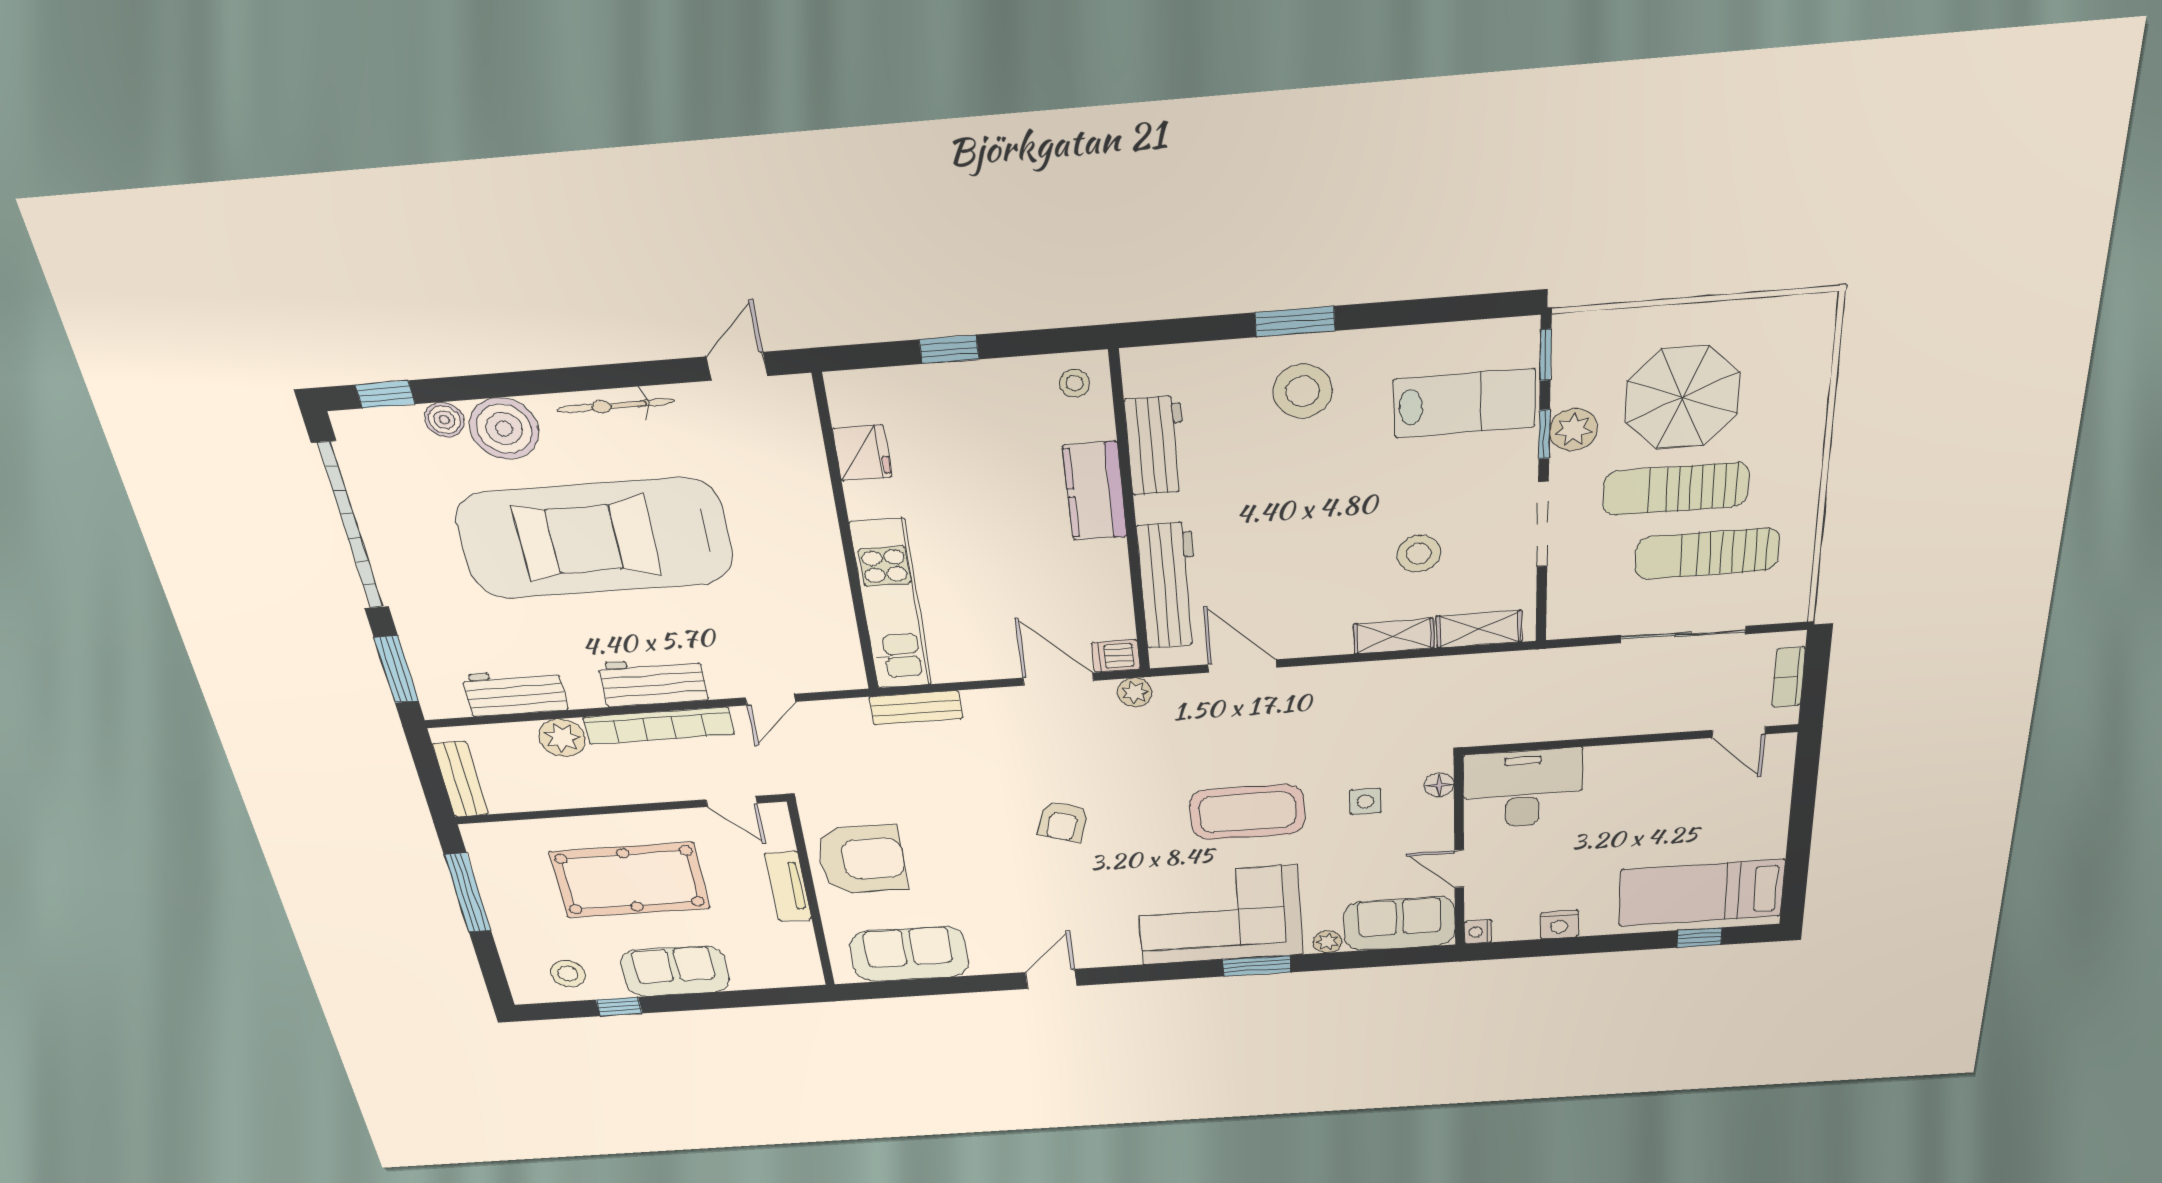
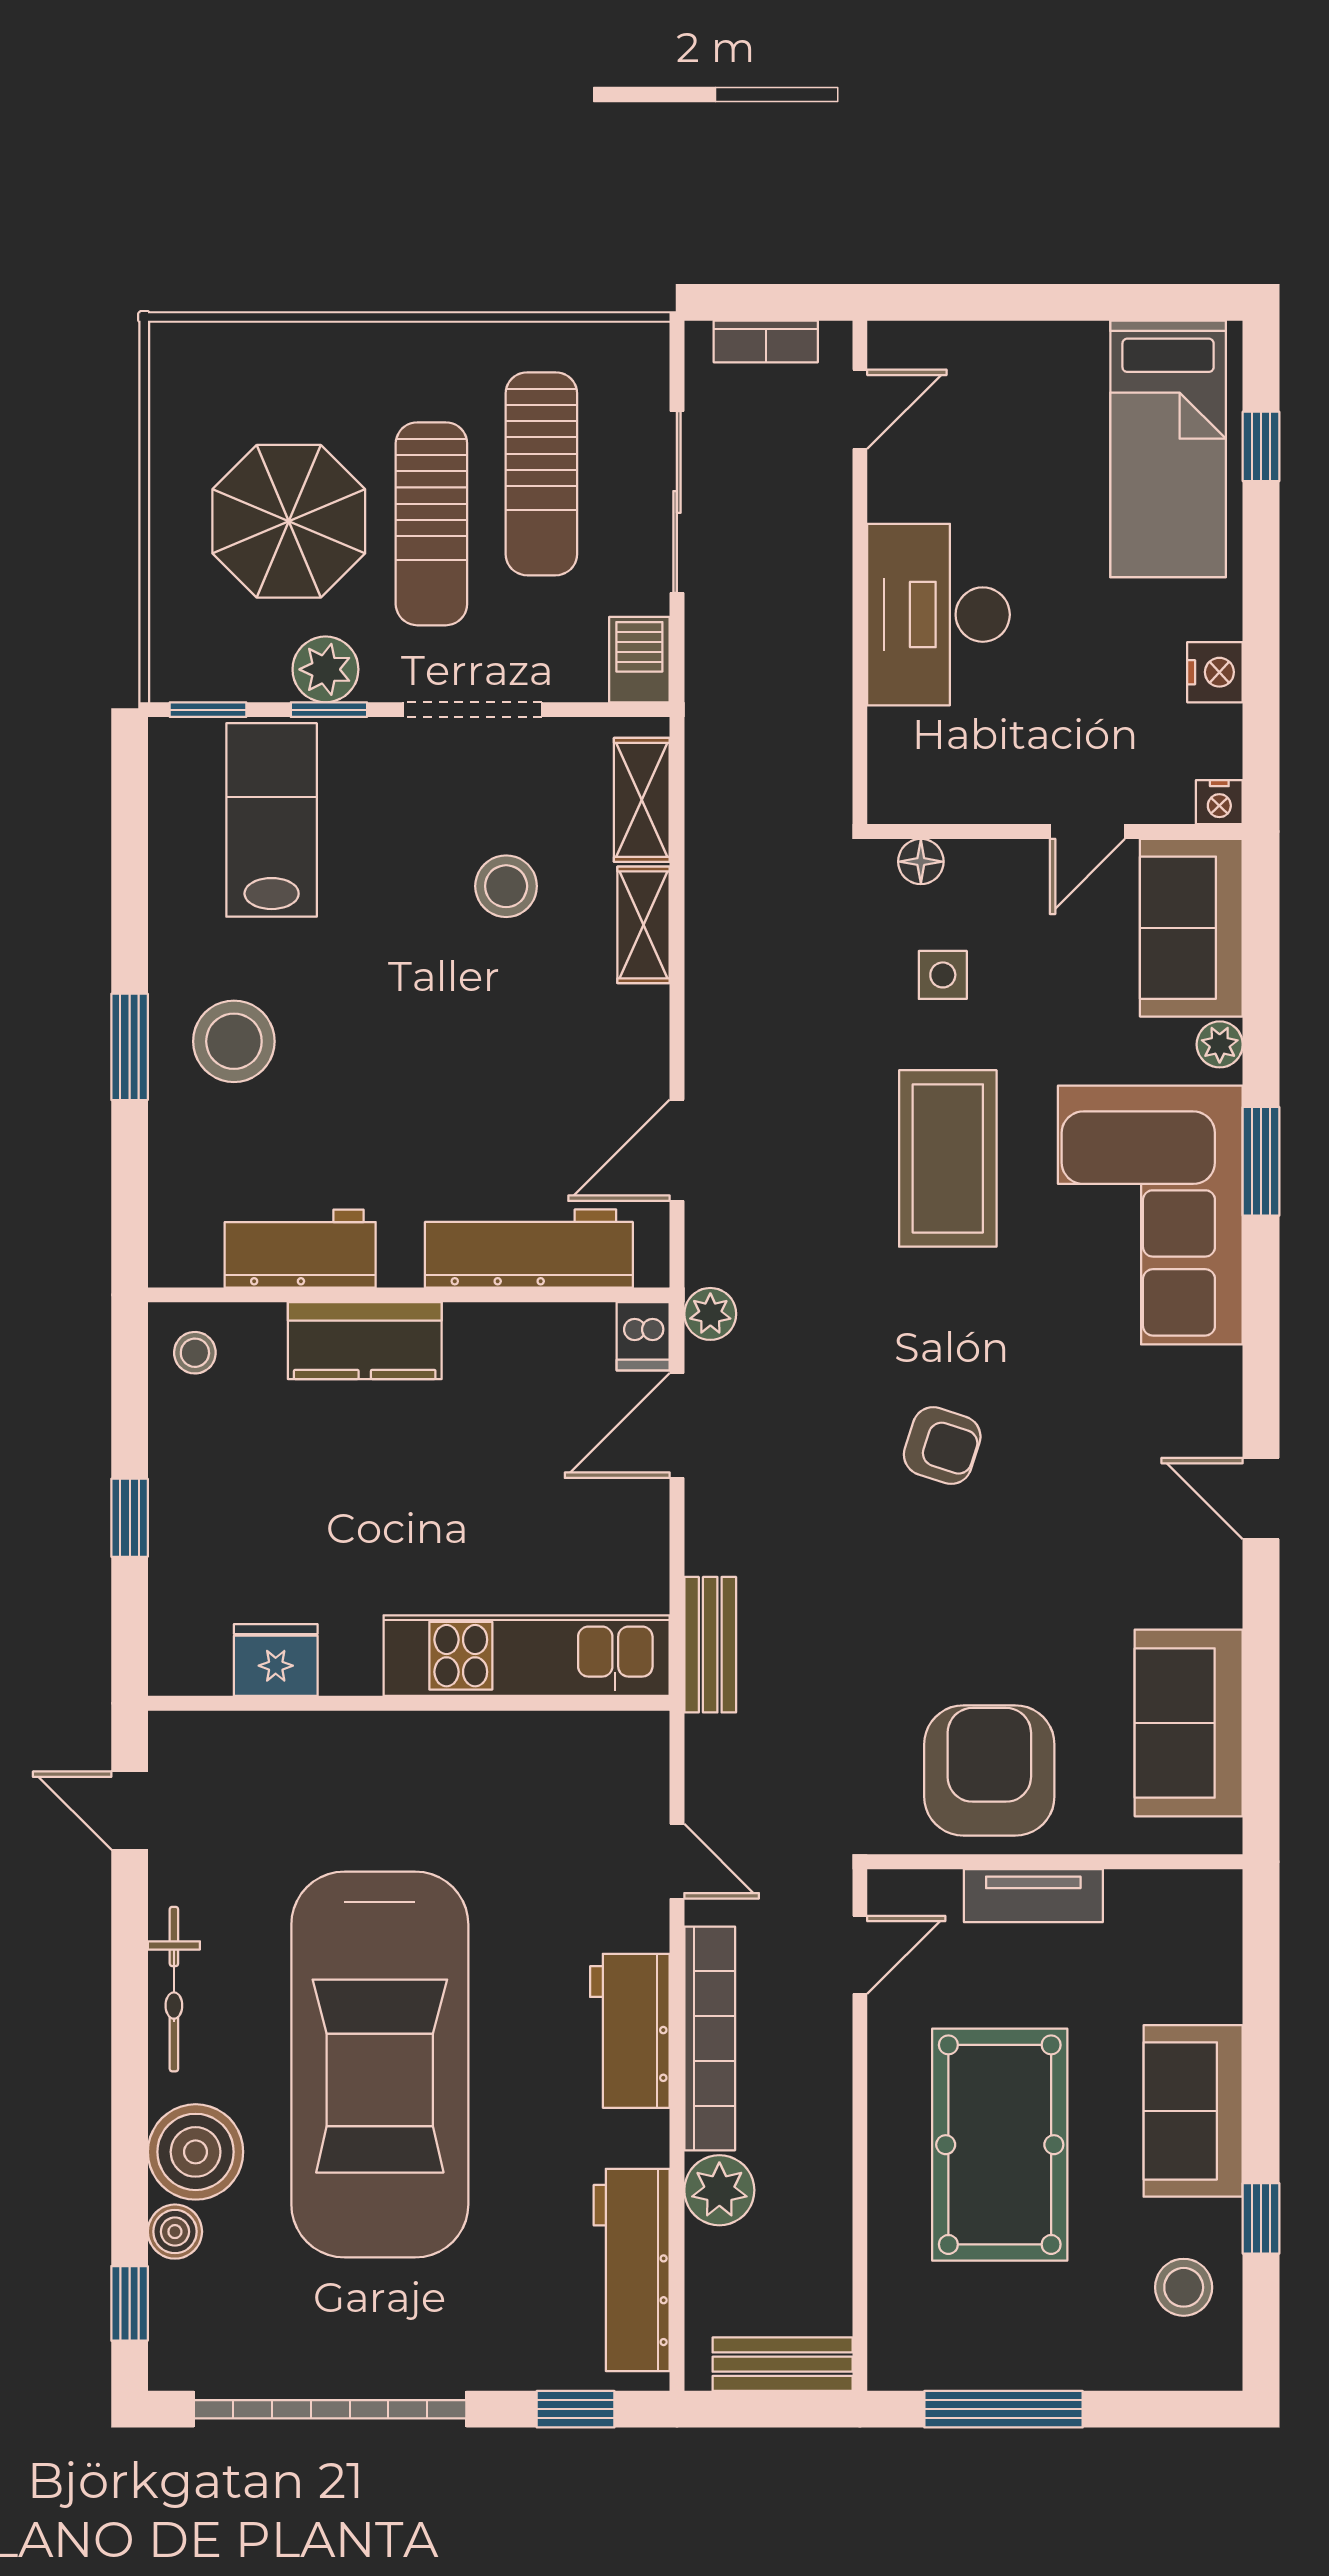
barbecue: (1575, 621) -> (639, 660), added
window: (396, 669) -> (576, 2409), width x0.67
workbench: (515, 693) -> (632, 2270), width x1.38
desk: (1523, 789) -> (938, 615), moved

